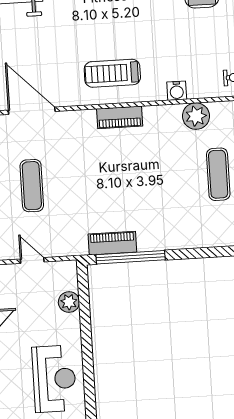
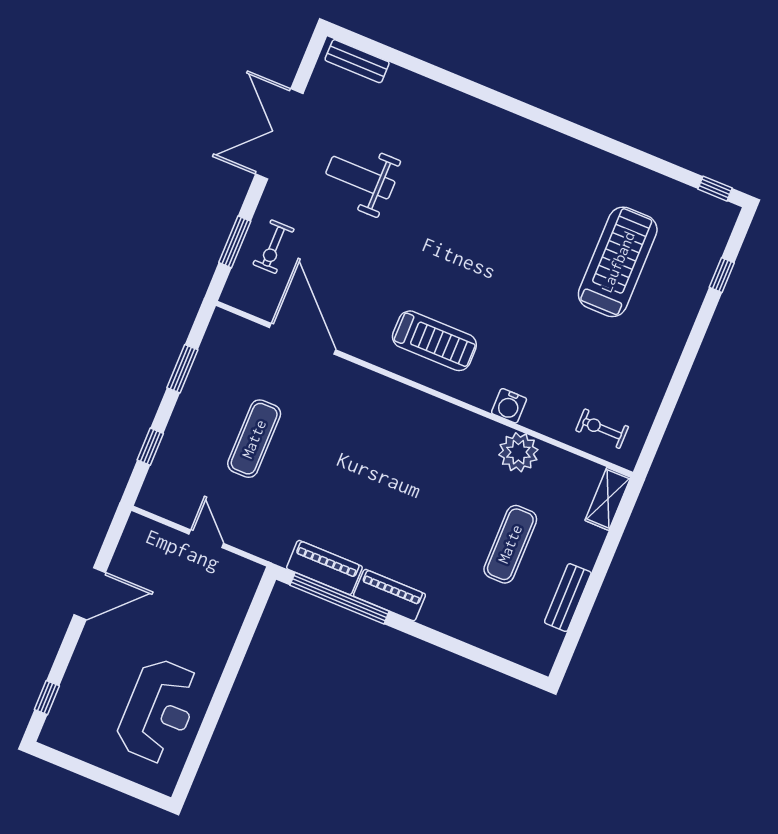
treadmill: (112, 73) -> (434, 341), turned 180
piano: (120, 117) -> (389, 595), moved, turned 180
plant: (69, 302) -> (228, 618), removed

